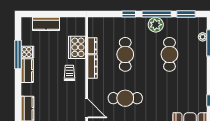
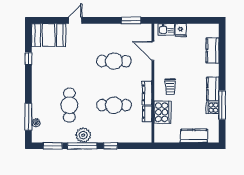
cafe table: (125, 54) -> (114, 105), turned 90

